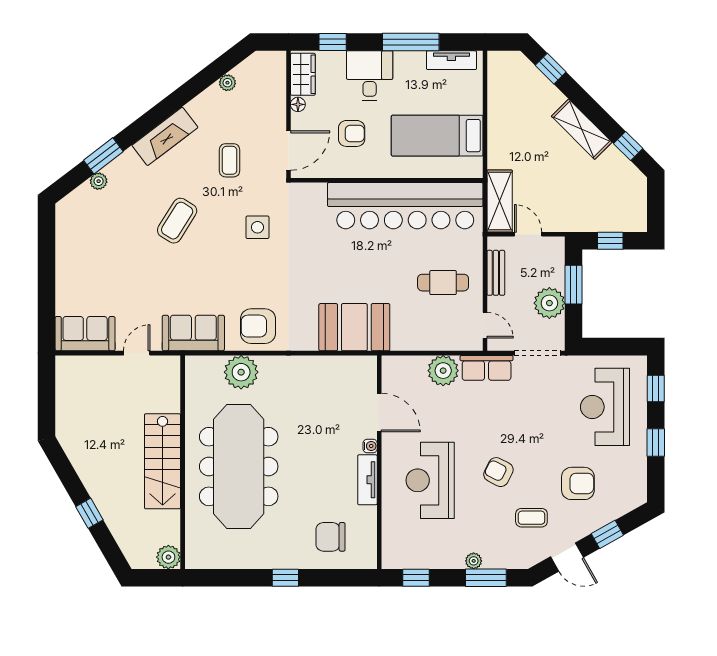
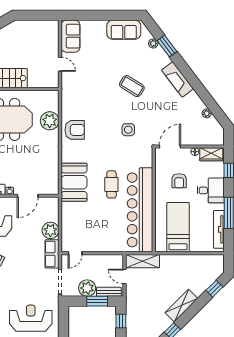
tv unit: (451, 60) -> (219, 229), width x1.41
door: (288, 151) -> (170, 146), swing flipped
coffee table: (230, 160) -> (165, 114), removed
door: (528, 234) -> (124, 276), swing flipped
bench: (496, 273) -> (109, 292), moved
cafe table: (443, 283) -> (111, 184), moved
armchair: (258, 326) -> (75, 130), turned 90
sofa: (193, 333) -> (124, 30), moved, turned 90

